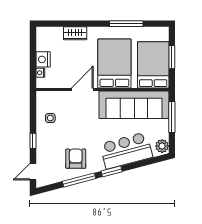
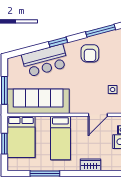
bed: (114, 63) -> (60, 138), width x0.67
door: (82, 89) -> (98, 115), moved
plant: (162, 146) -> (13, 65), removed
window: (79, 180) -> (101, 31), moved

